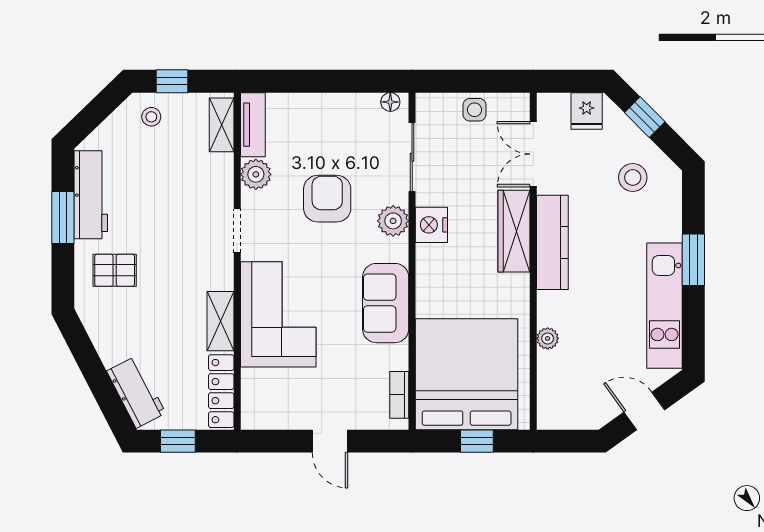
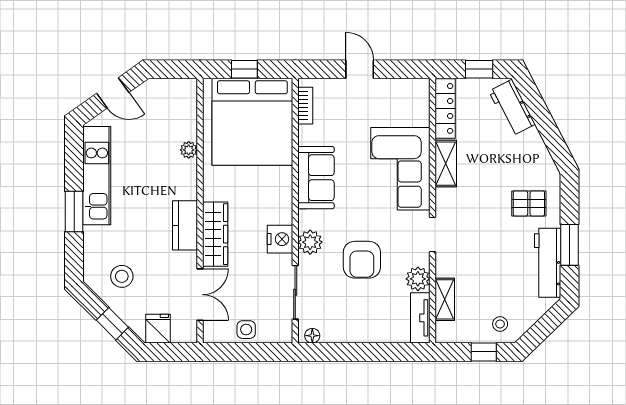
shelving: (222, 125) -> (445, 299), moved
kitchen counter: (552, 242) -> (185, 225), width x0.67

